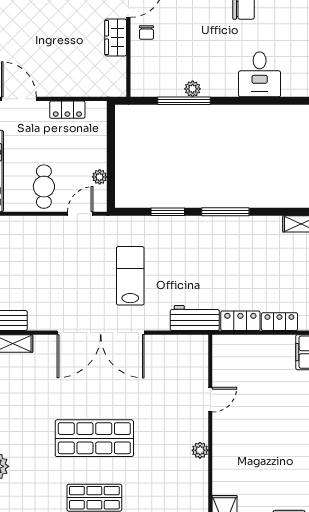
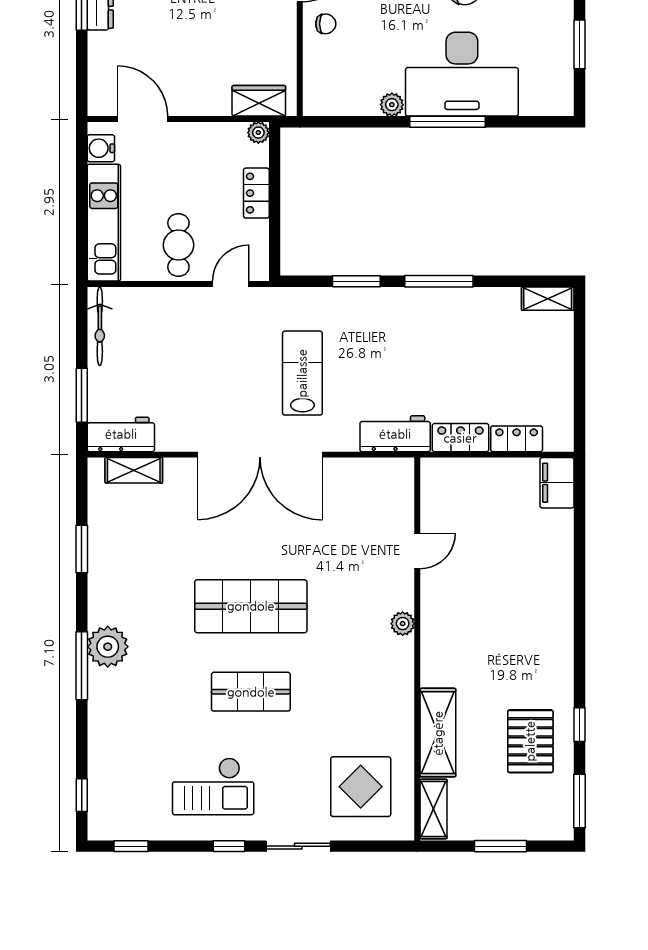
chair: (146, 33) -> (326, 24), turned -90
wardrobe: (116, 38) -> (259, 101), moved, turned 90
desk: (260, 74) -> (462, 74), width x1.87, depth x1.30
window: (184, 101) -> (448, 122), moved
locker: (67, 110) -> (256, 193), moved, turned 90
plant: (100, 177) -> (258, 133), moved

